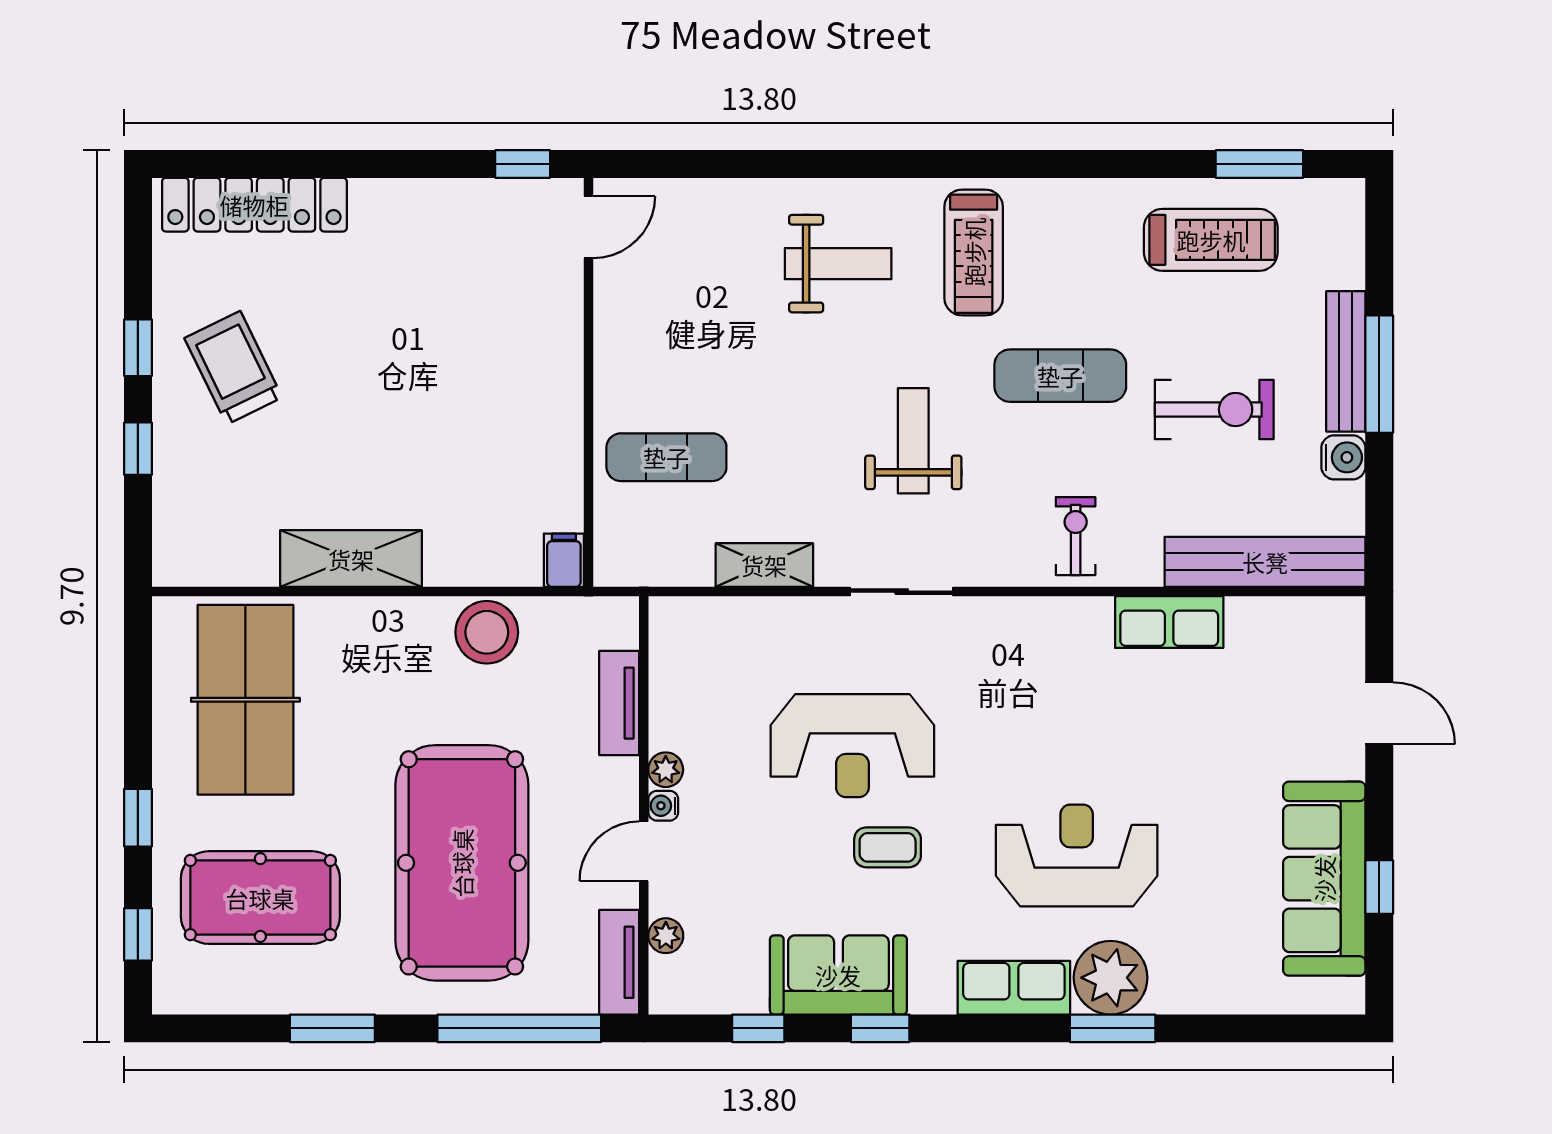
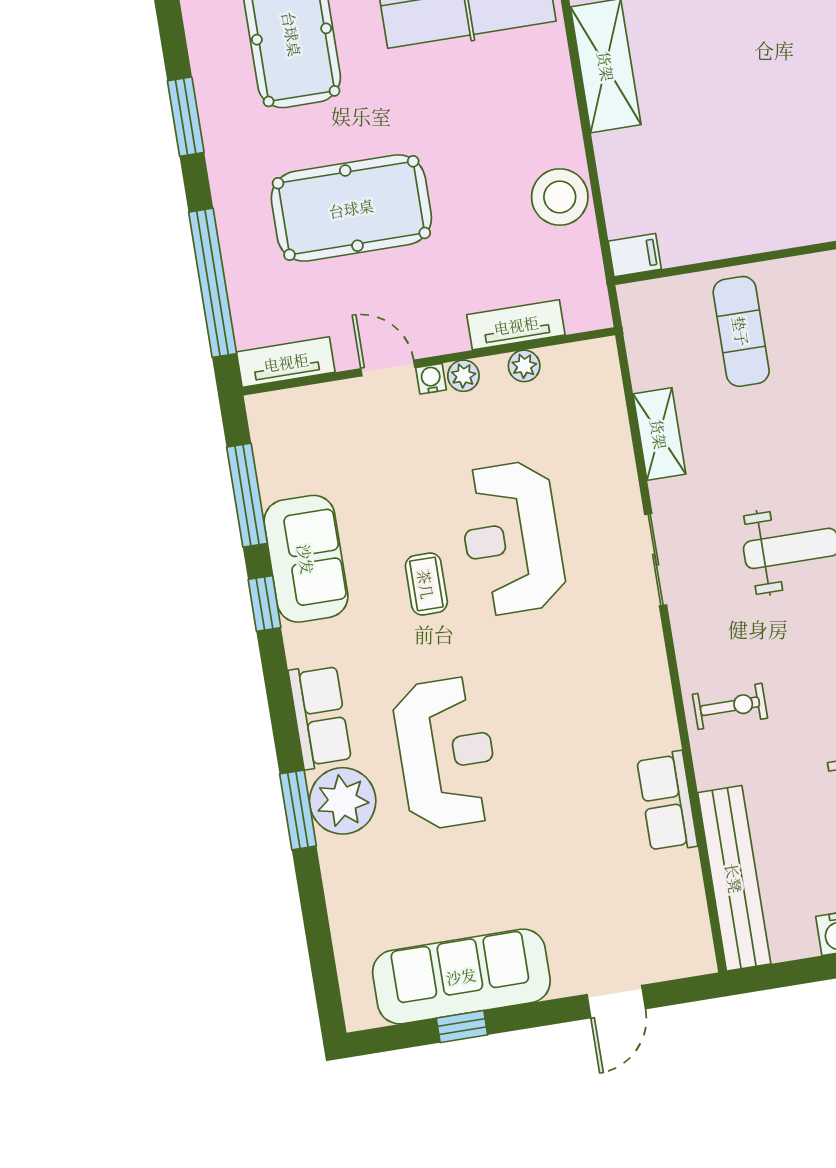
pool table: (462, 863) -> (351, 208), width x0.73, depth x0.76
plant: (666, 936) -> (524, 366), moved
window: (758, 1028) -> (247, 495), width x2.17

